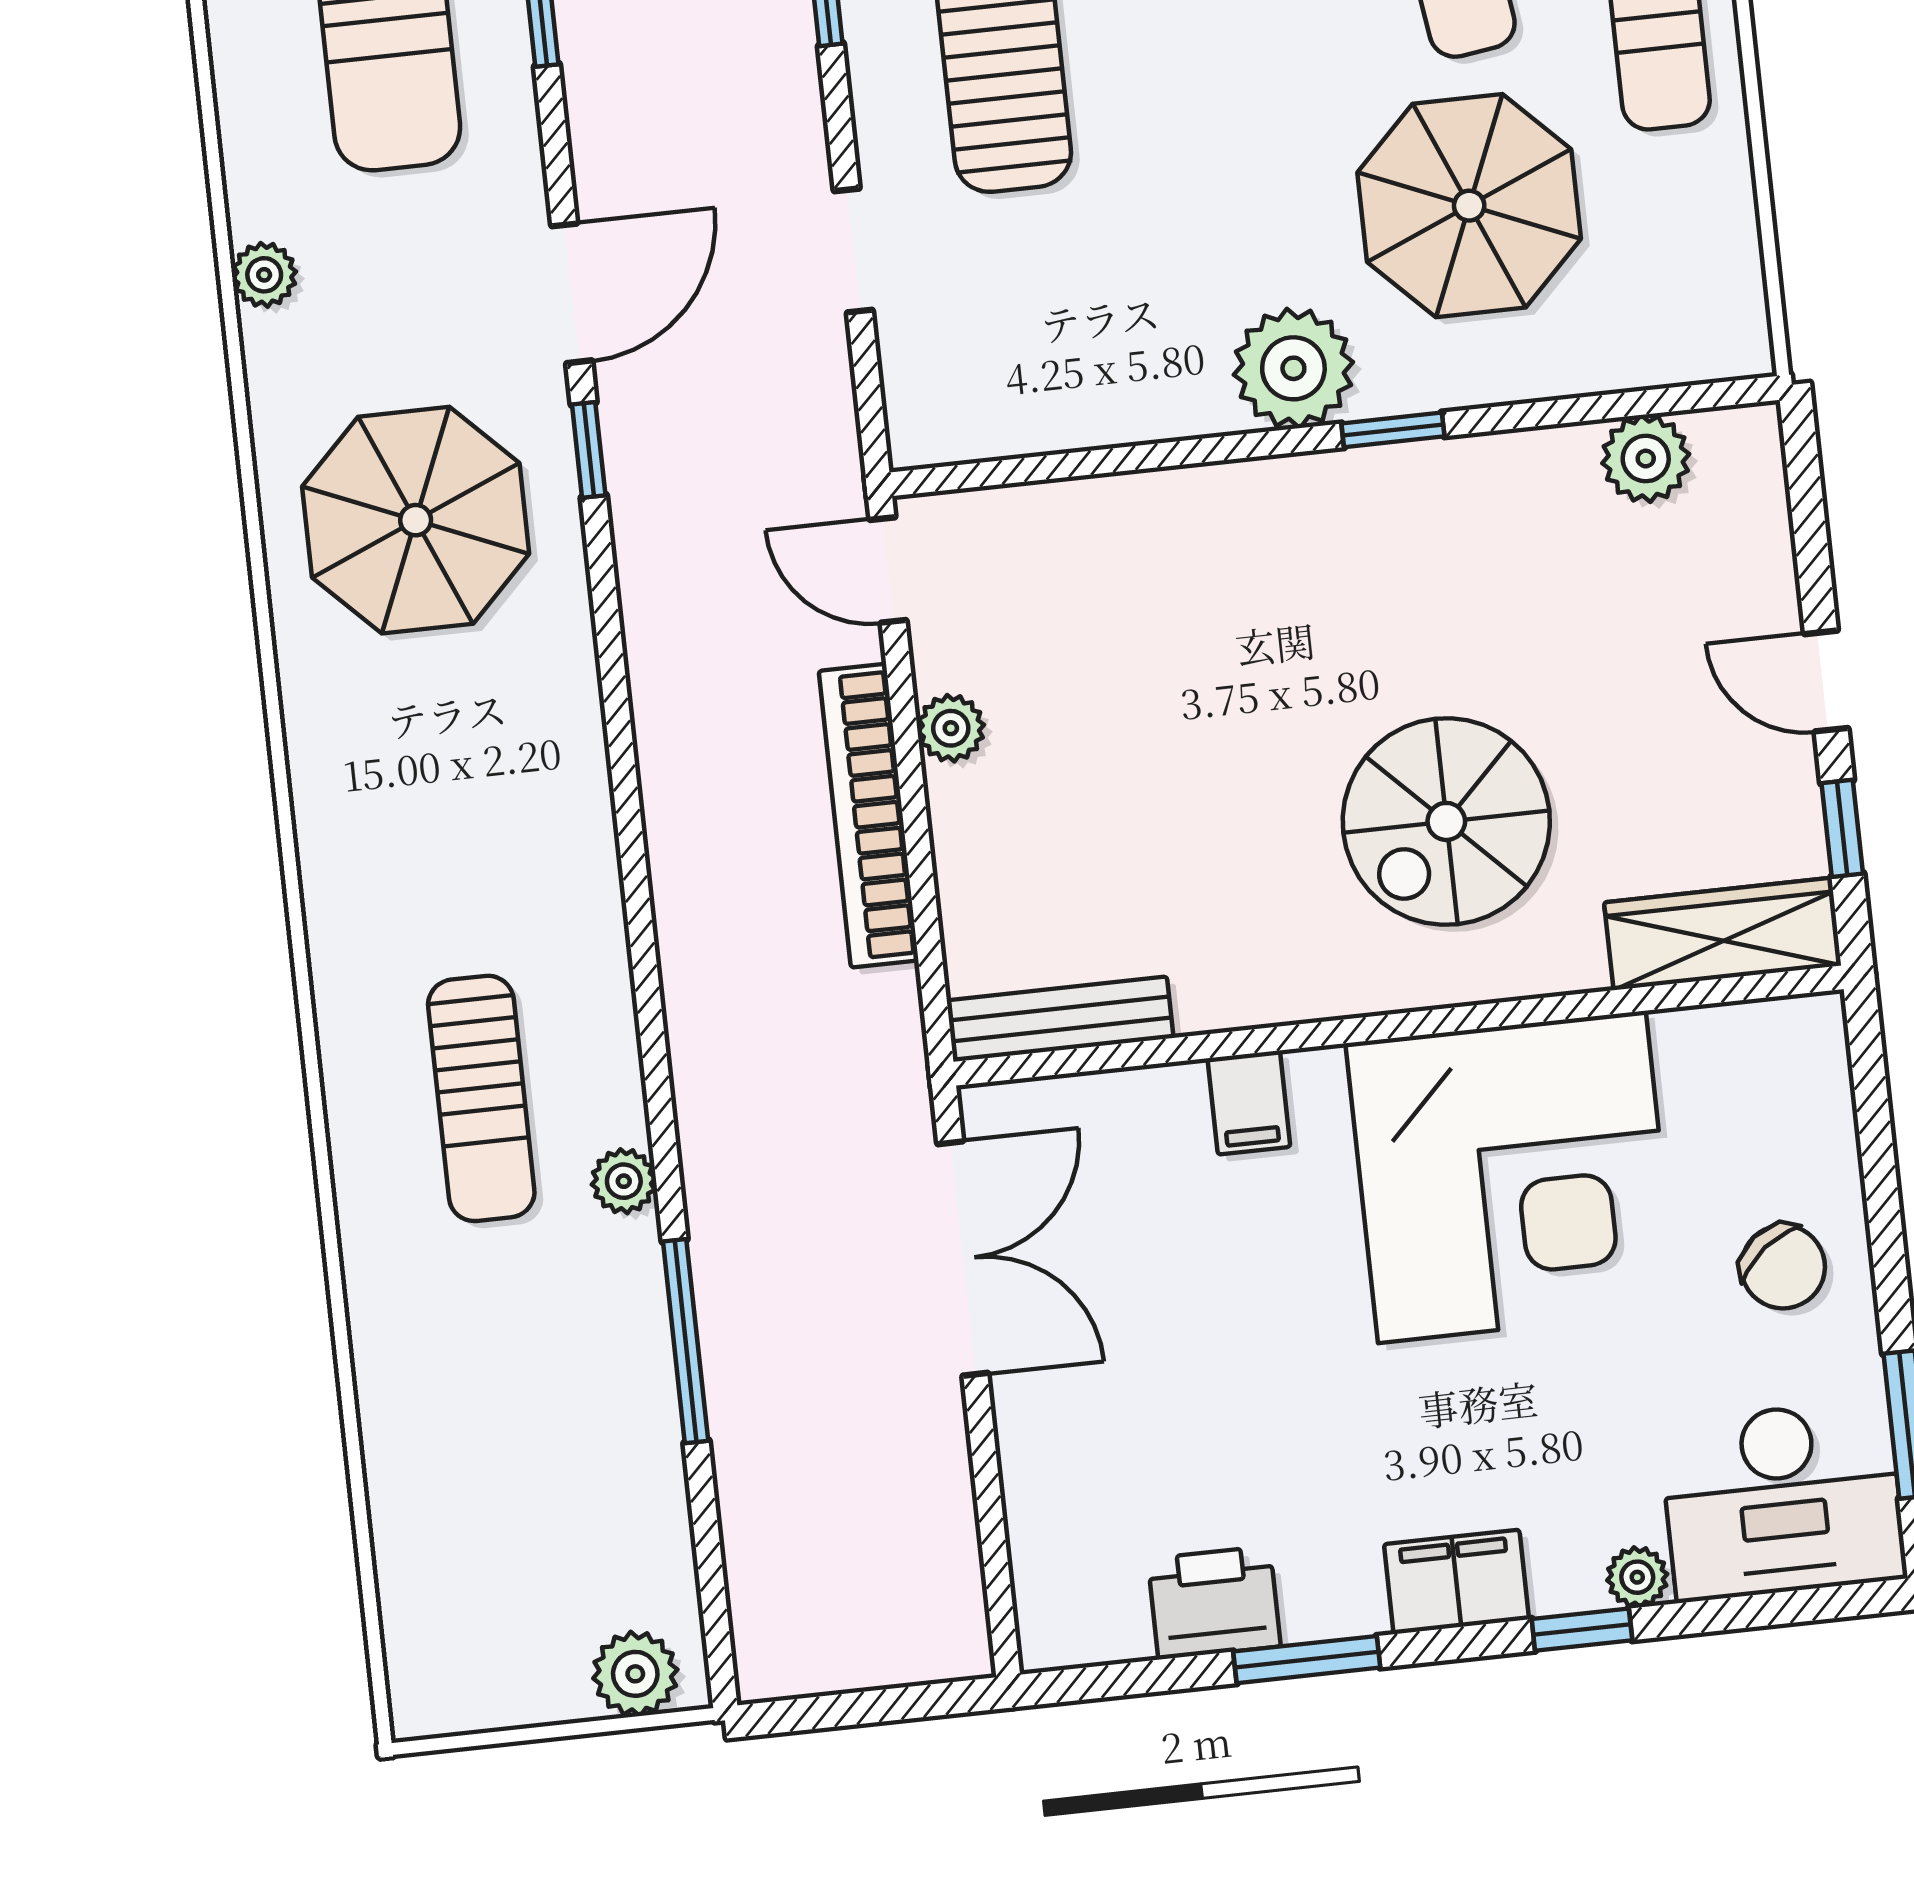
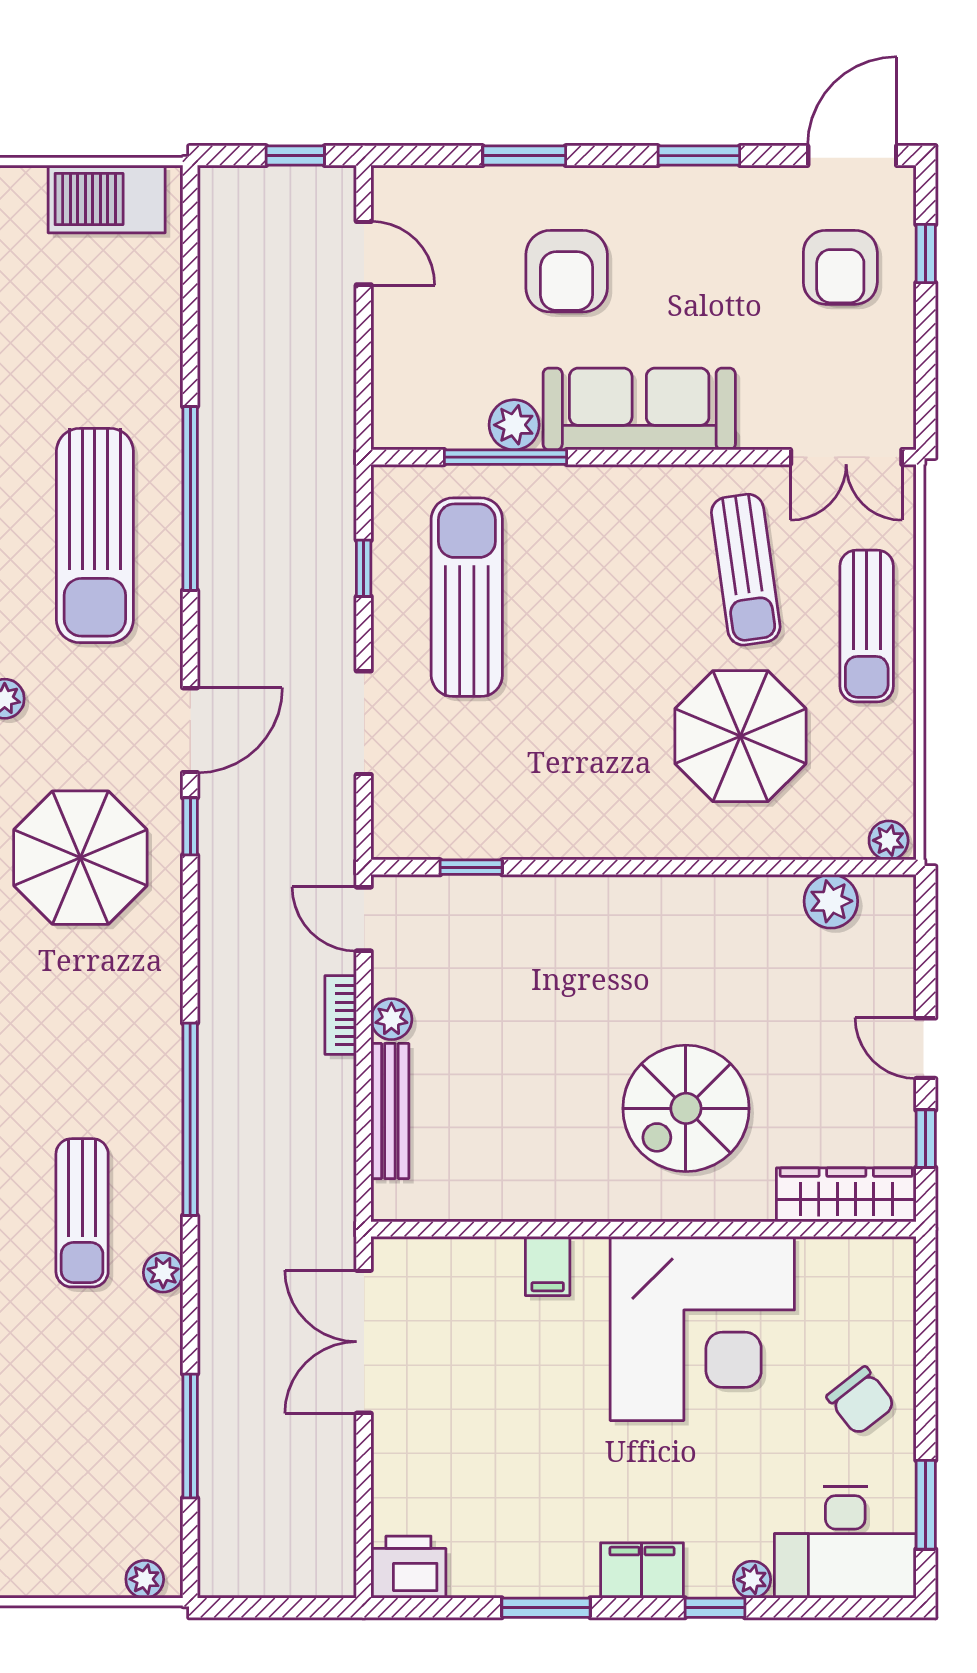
doorway: (853, 250) -> (364, 723), width x1.38
plant: (1293, 368) -> (889, 840), moved, width x0.53, depth x0.53
window: (1393, 430) -> (471, 867), moved
bookcase: (869, 816) -> (341, 1015), width x0.43, depth x0.76
window: (641, 927) -> (190, 1119), added
bench: (1060, 1019) -> (390, 1111), moved, turned 90
double door: (963, 1259) -> (364, 1342), swing flipped
window: (686, 1341) -> (190, 1436), moved
printer: (1214, 1603) -> (408, 1567), moved
plant: (635, 1674) -> (145, 1579), width x0.73, depth x0.73

